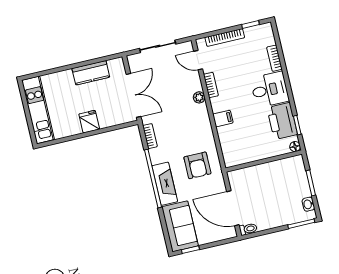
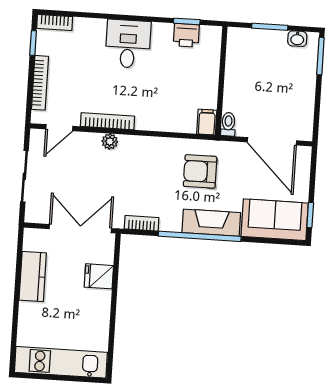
bookcase: (274, 58) -> (55, 22), moved
bookcase: (211, 85) -> (108, 121), width x1.56
filing cabinet: (223, 119) -> (207, 122), moved
printer: (282, 121) -> (186, 35), width x0.53, depth x0.68
fridge: (89, 122) -> (99, 276), moved
floor lamp: (295, 147) -> (215, 33), removed
armchair: (197, 165) -> (200, 171), turned 180
door: (233, 208) -> (272, 141), hinge flipped
toilet: (248, 229) -> (228, 124), moved

